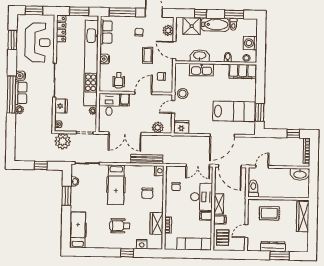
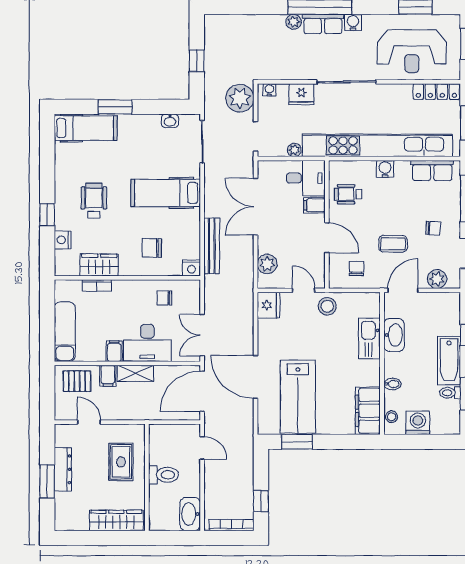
shower: (192, 26) -> (445, 320), removed
toilet: (253, 189) -> (164, 475), moved
window: (67, 196) -> (115, 107), moved

